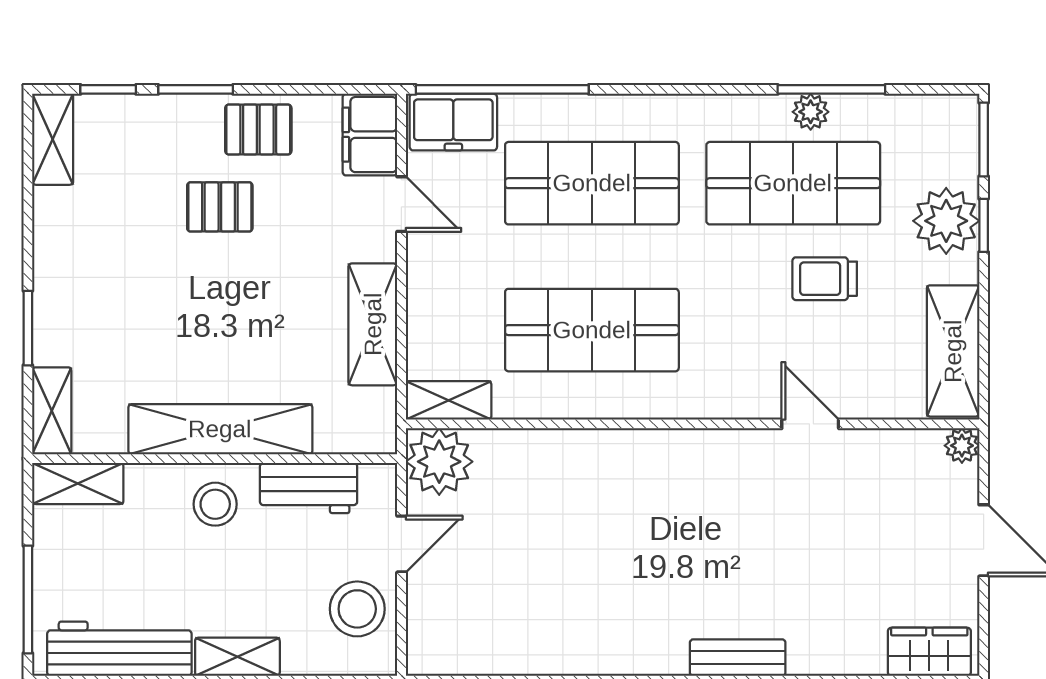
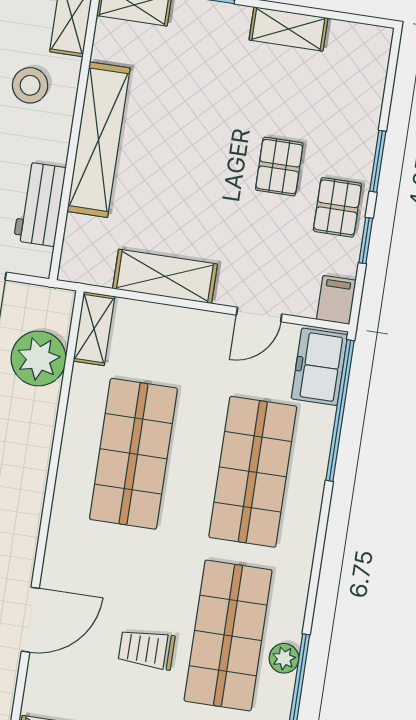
window: (108, 89) -> (366, 240), moved
filing cabinet: (370, 135) -> (336, 300), width x0.50
shelving: (53, 139) -> (288, 29), moved
trolley: (825, 279) -> (147, 649), turned -90
door: (810, 424) -> (30, 620), width x1.38
plant: (439, 462) -> (39, 358), moved
stool: (215, 504) -> (30, 85), moved

